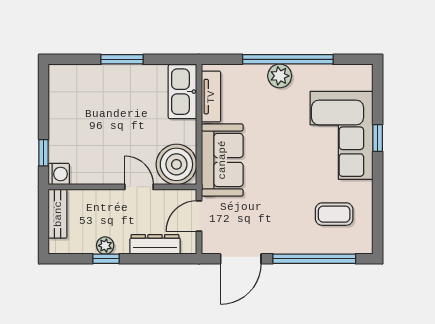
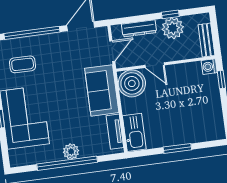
plant: (105, 246) -> (173, 28), width x1.88, depth x1.88

